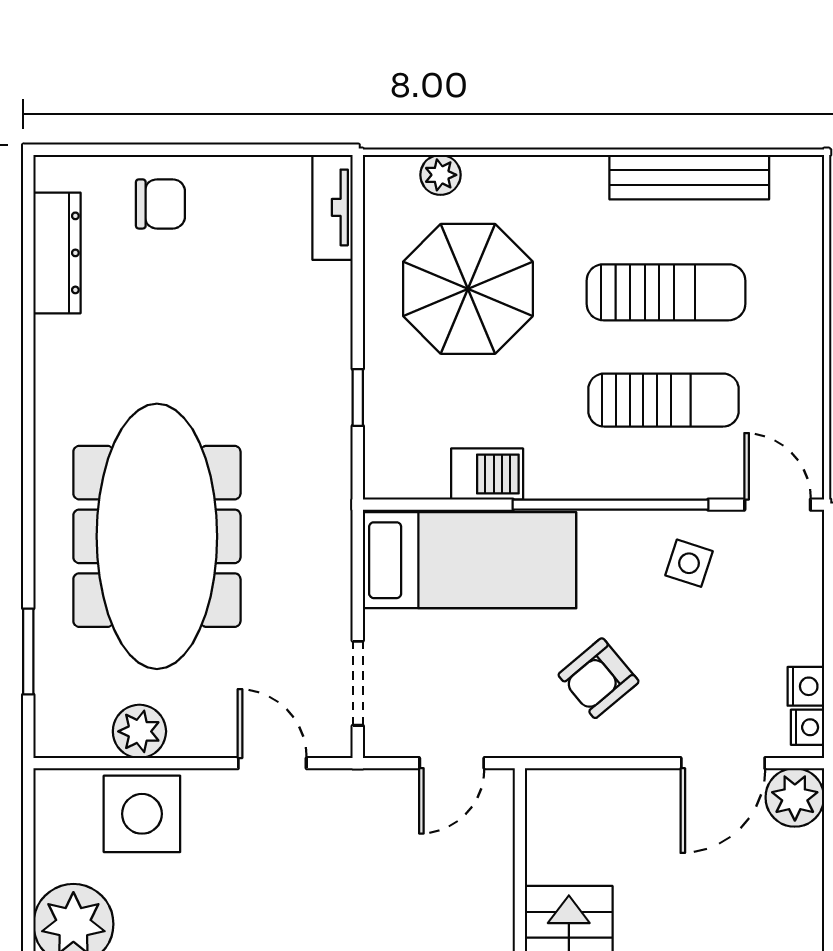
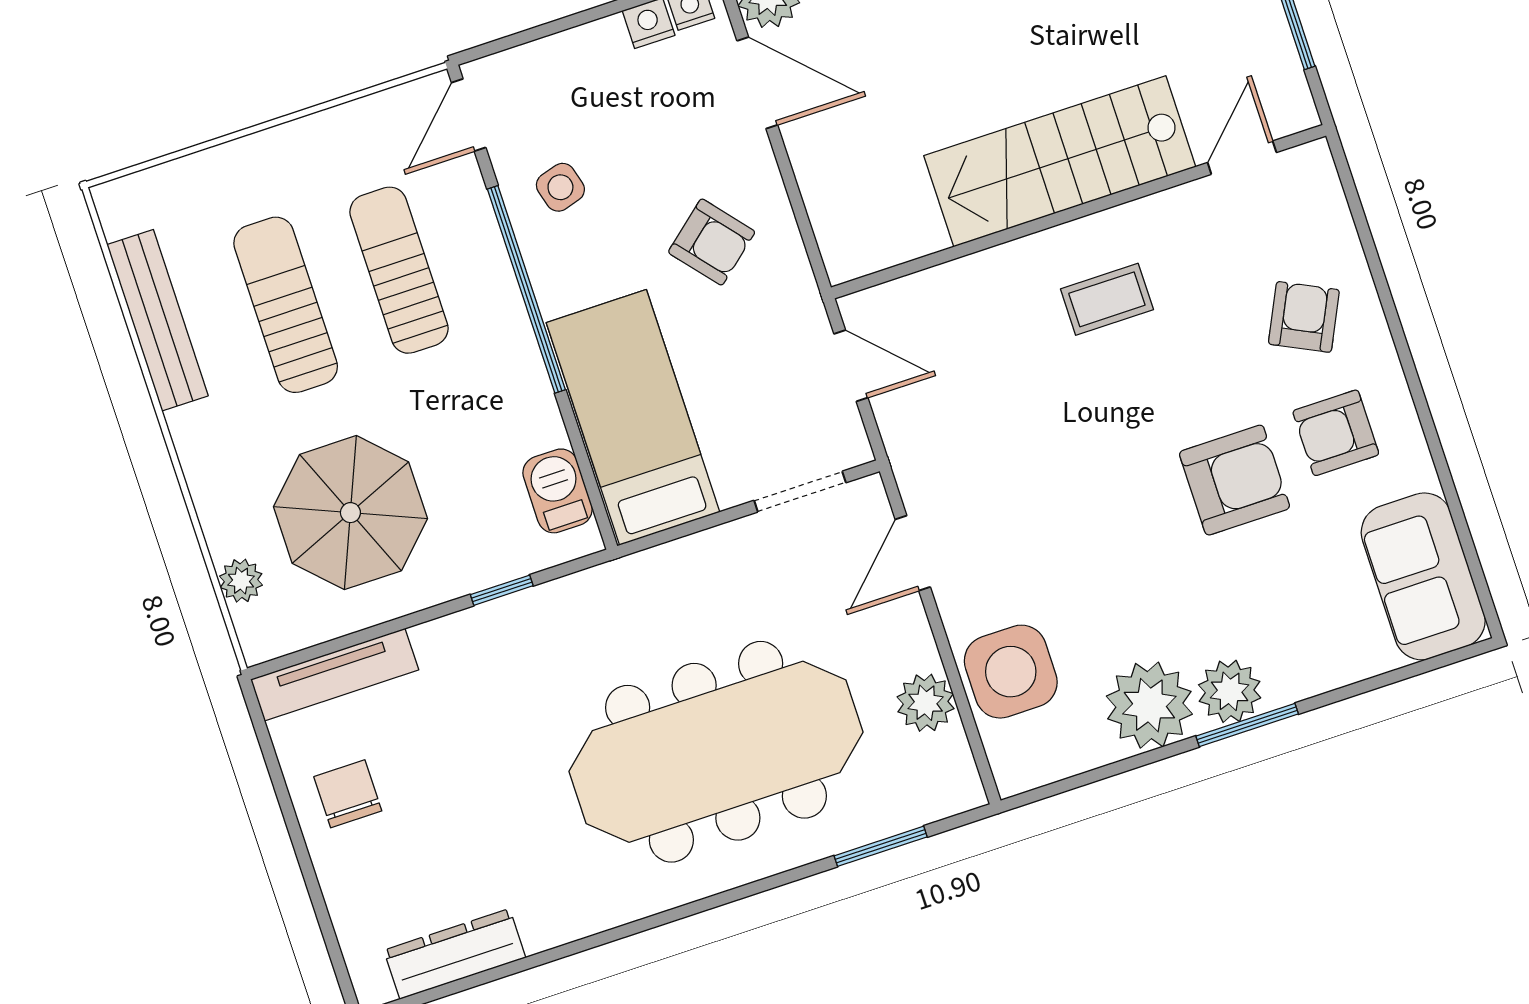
chair: (160, 204) -> (348, 794), moved
tv unit: (333, 207) -> (335, 675), width x1.41
barbecue: (487, 474) -> (558, 491), moved
side table: (689, 563) -> (560, 187), turned -34

